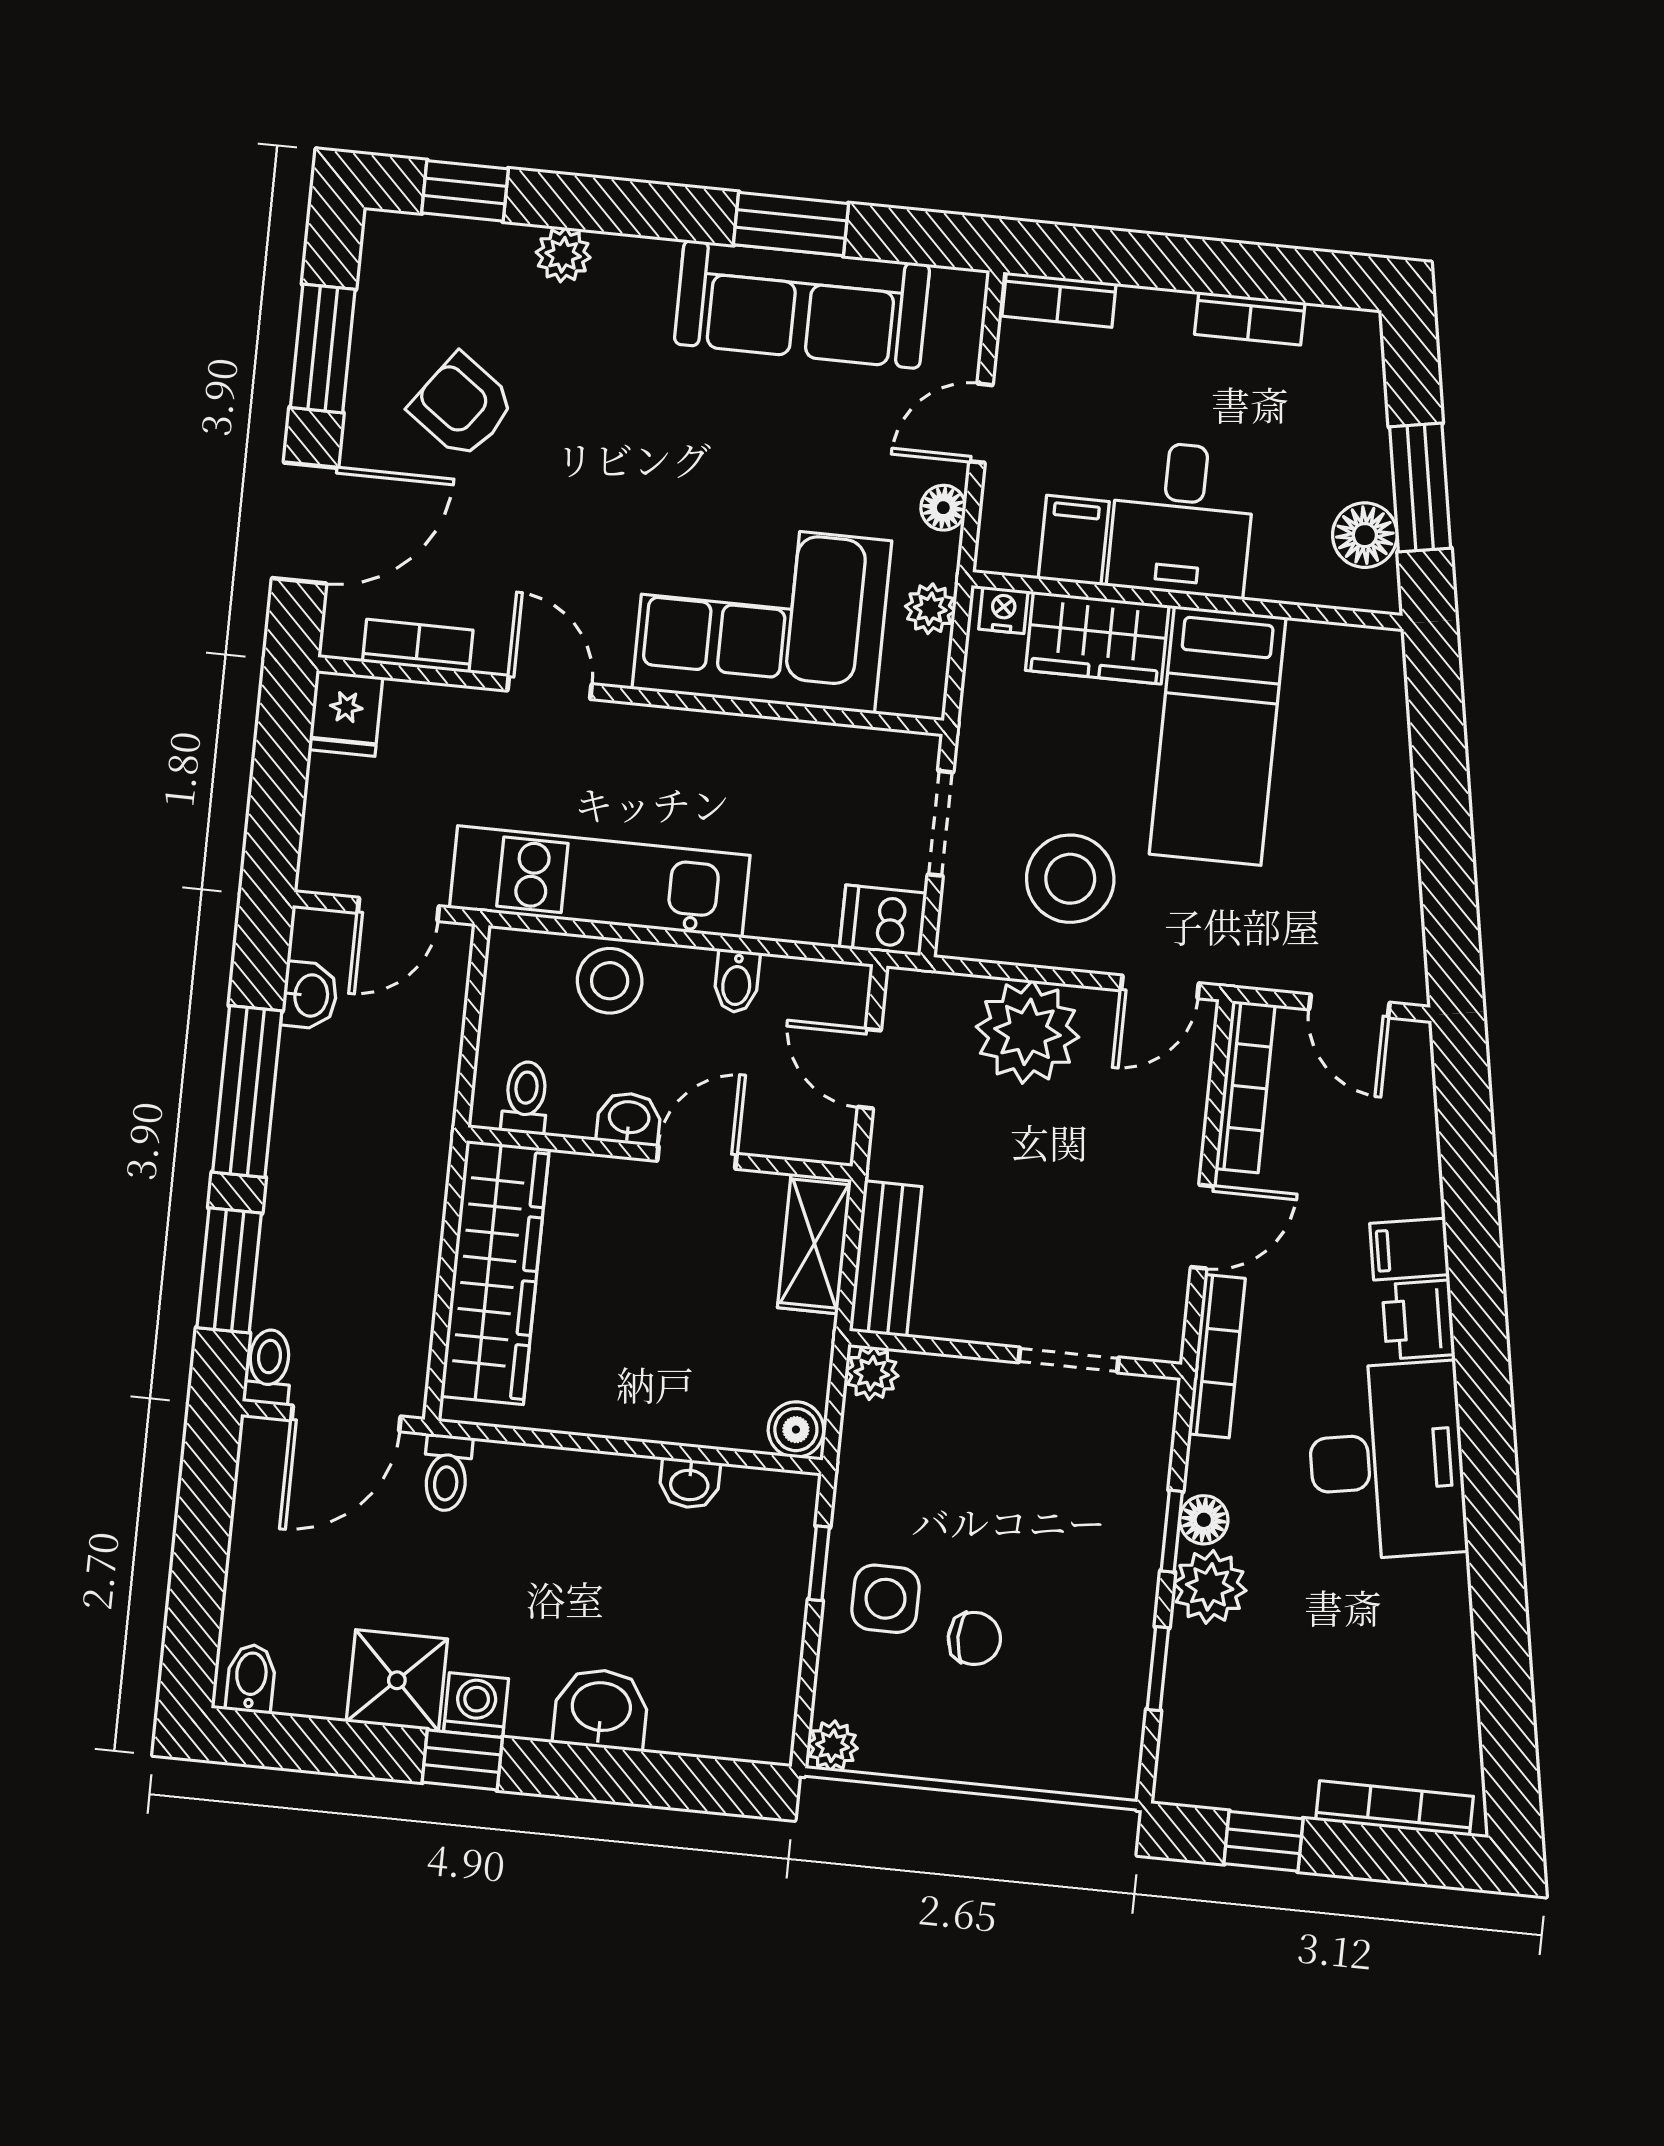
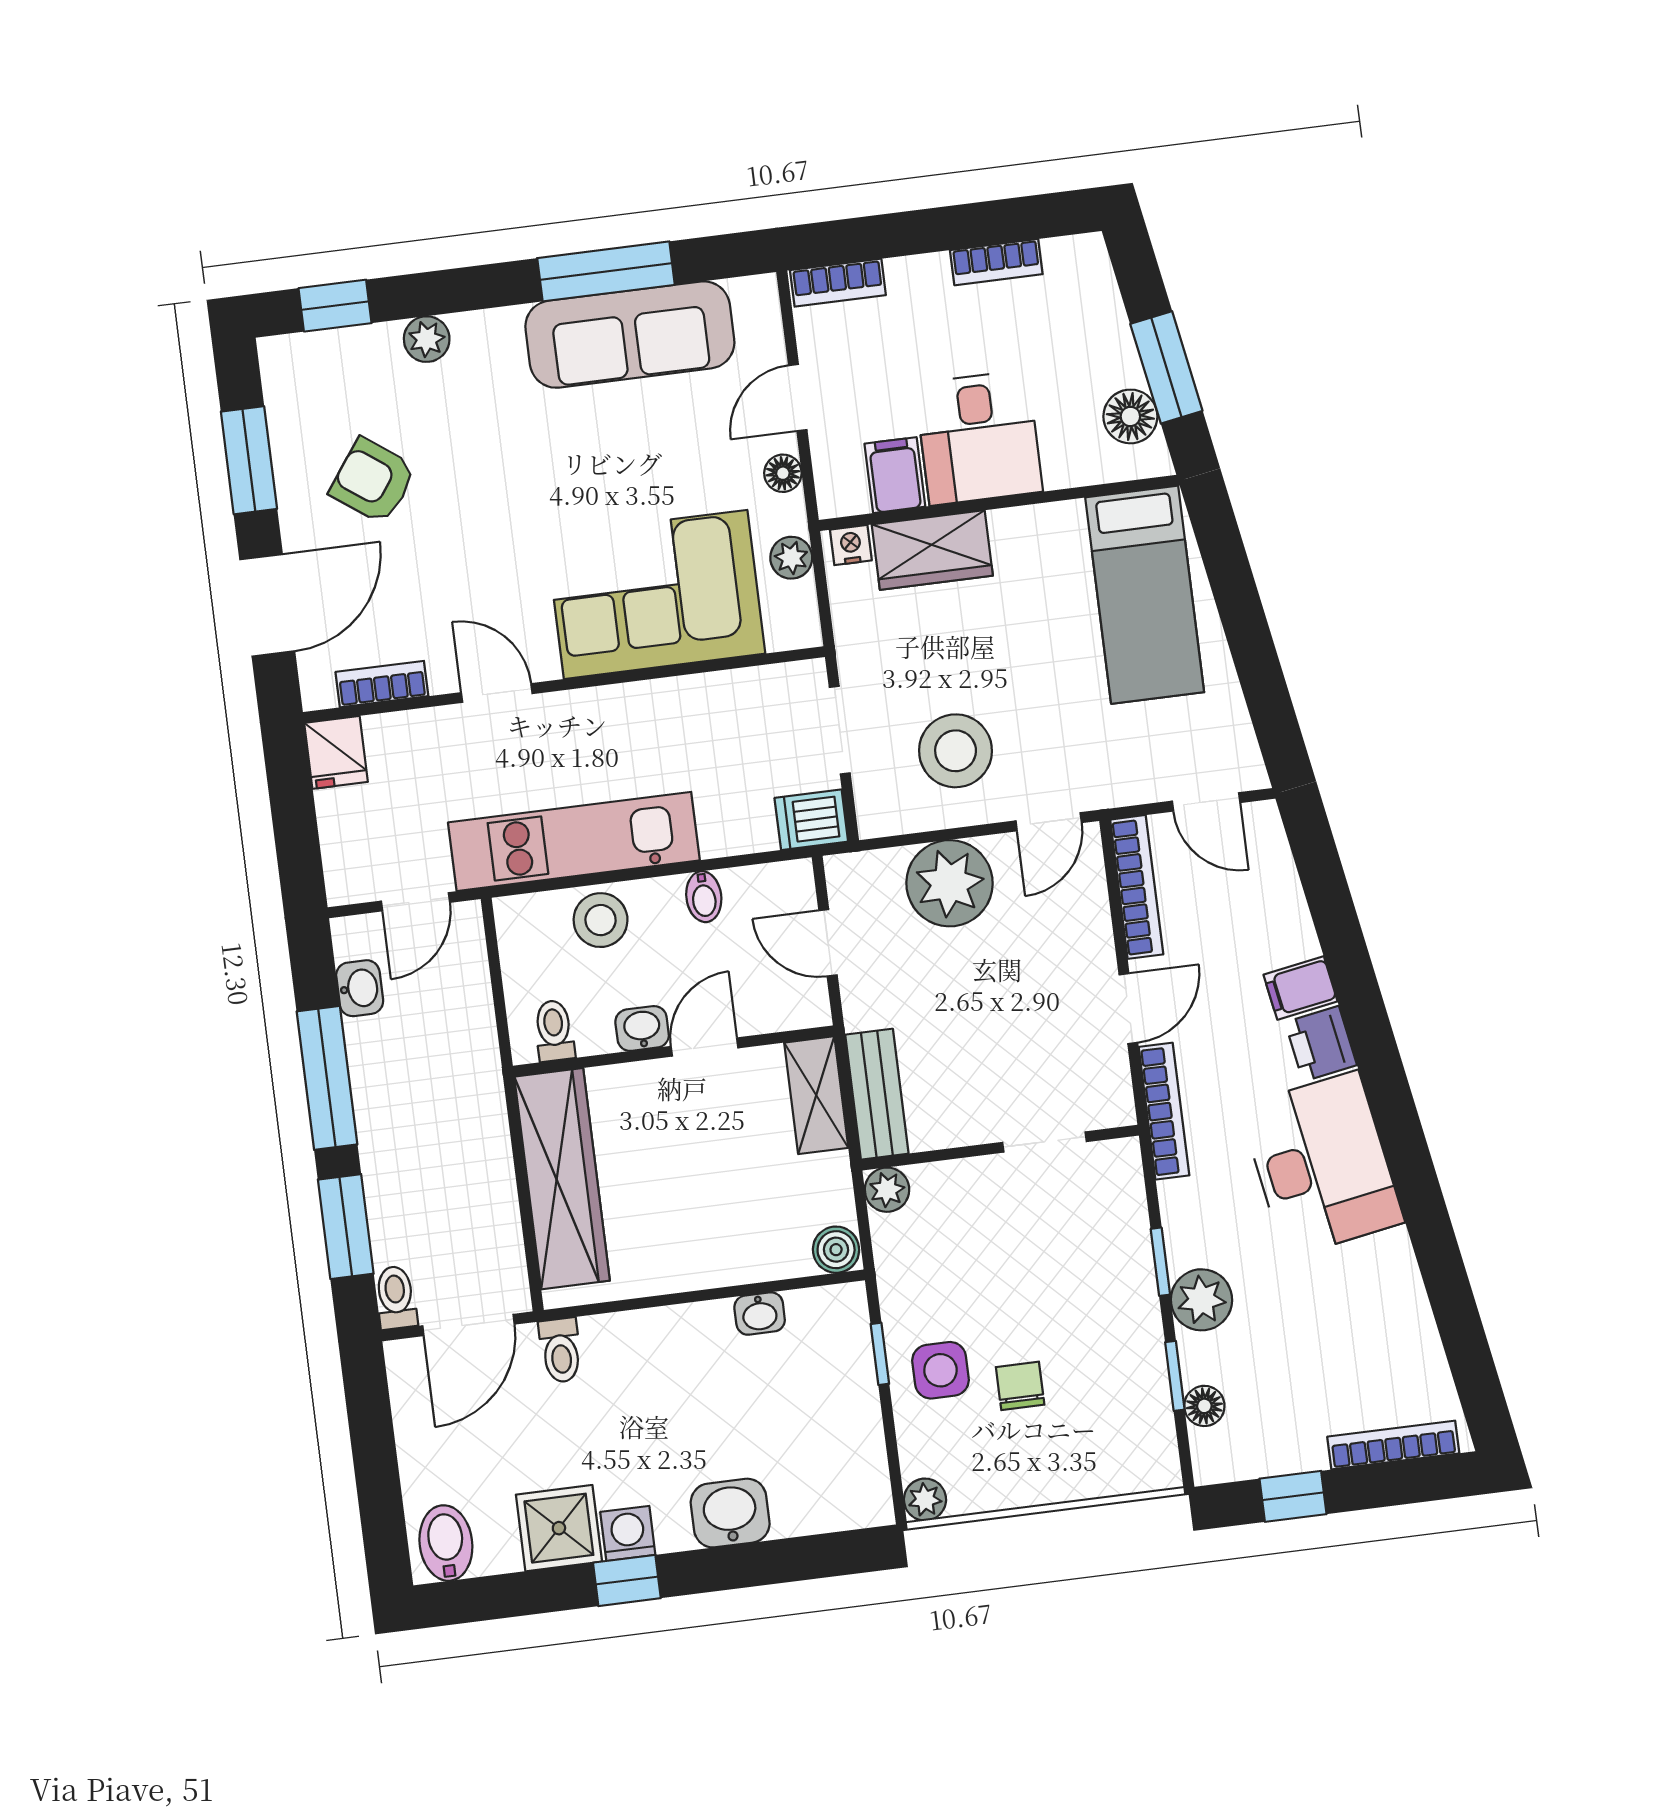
window: (791, 224) -> (606, 271), width x1.44
bed: (1218, 736) -> (1145, 595), moved
floor lamp: (1204, 1520) -> (1204, 1406), moved
chair: (974, 1638) -> (1020, 1386), turned -90
bidet: (251, 1678) -> (446, 1543), width x1.38, depth x1.36

